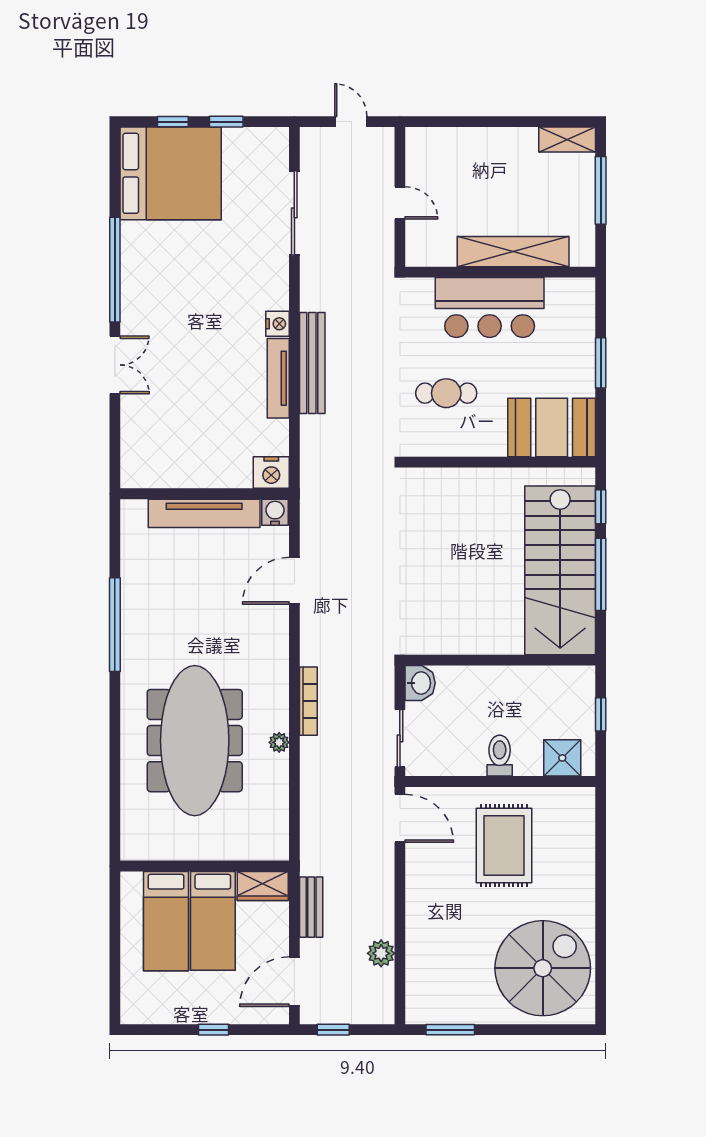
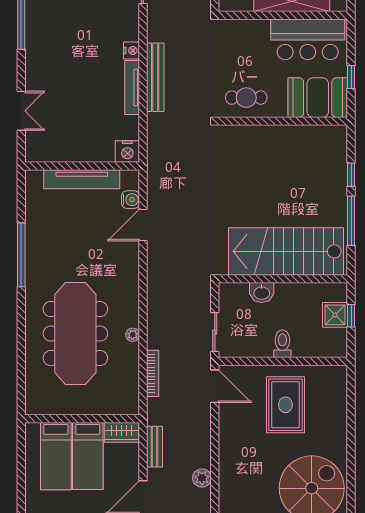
bar counter: (490, 307) -> (308, 39), moved
window: (601, 363) -> (351, 77), width x0.67
double door: (115, 365) -> (21, 111), moved
booth: (552, 427) -> (318, 98), moved
wall: (500, 462) -> (283, 121), moved
water cooler: (275, 512) -> (131, 200), moved, turned 90
stairs: (560, 570) -> (286, 251), moved, turned 90
washbasin: (420, 683) -> (262, 293), moved, turned 90
bookcase: (308, 701) -> (153, 373), moved
shower: (562, 758) -> (335, 315), moved

